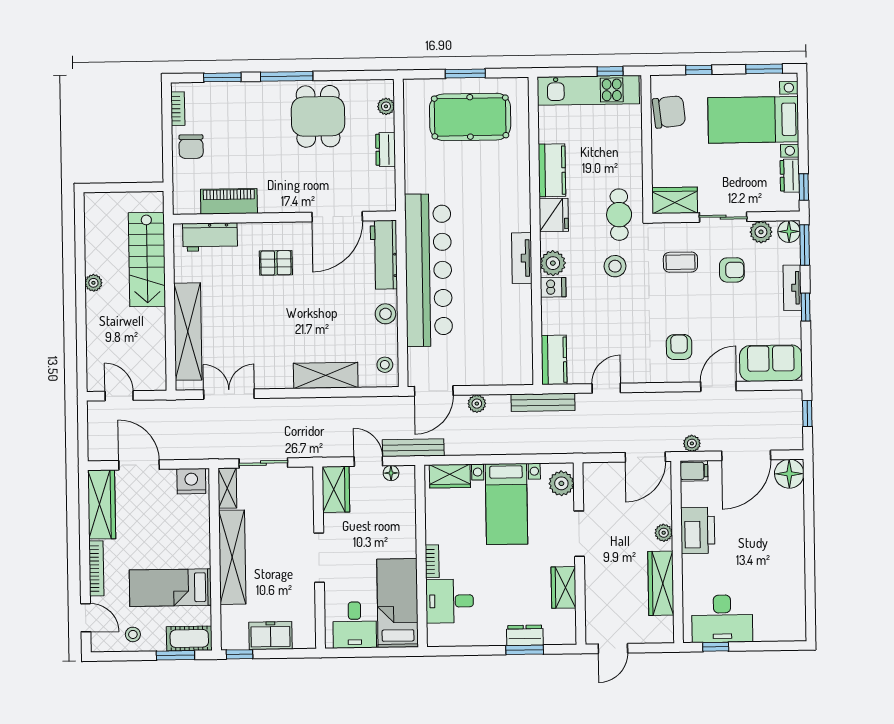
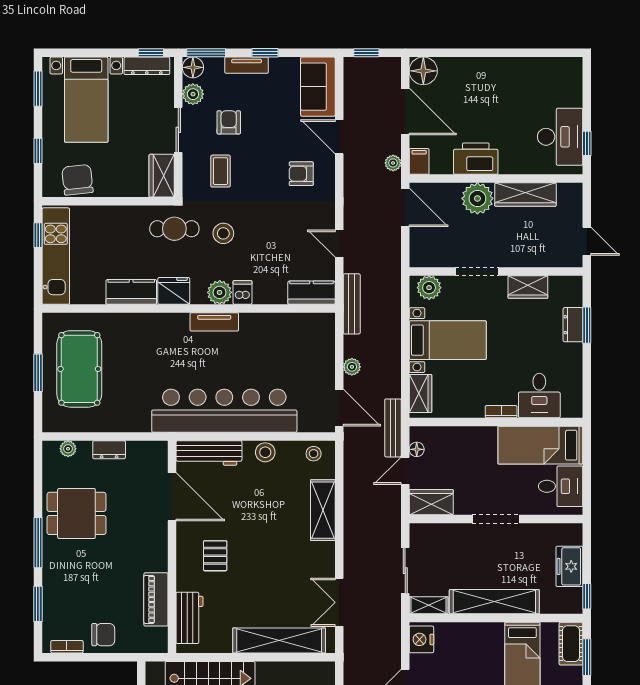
dresser: (790, 176) -> (147, 66), width x1.44
plant: (664, 533) -> (477, 198), width x1.87, depth x1.87

